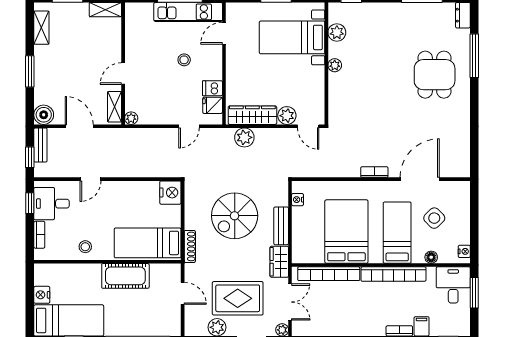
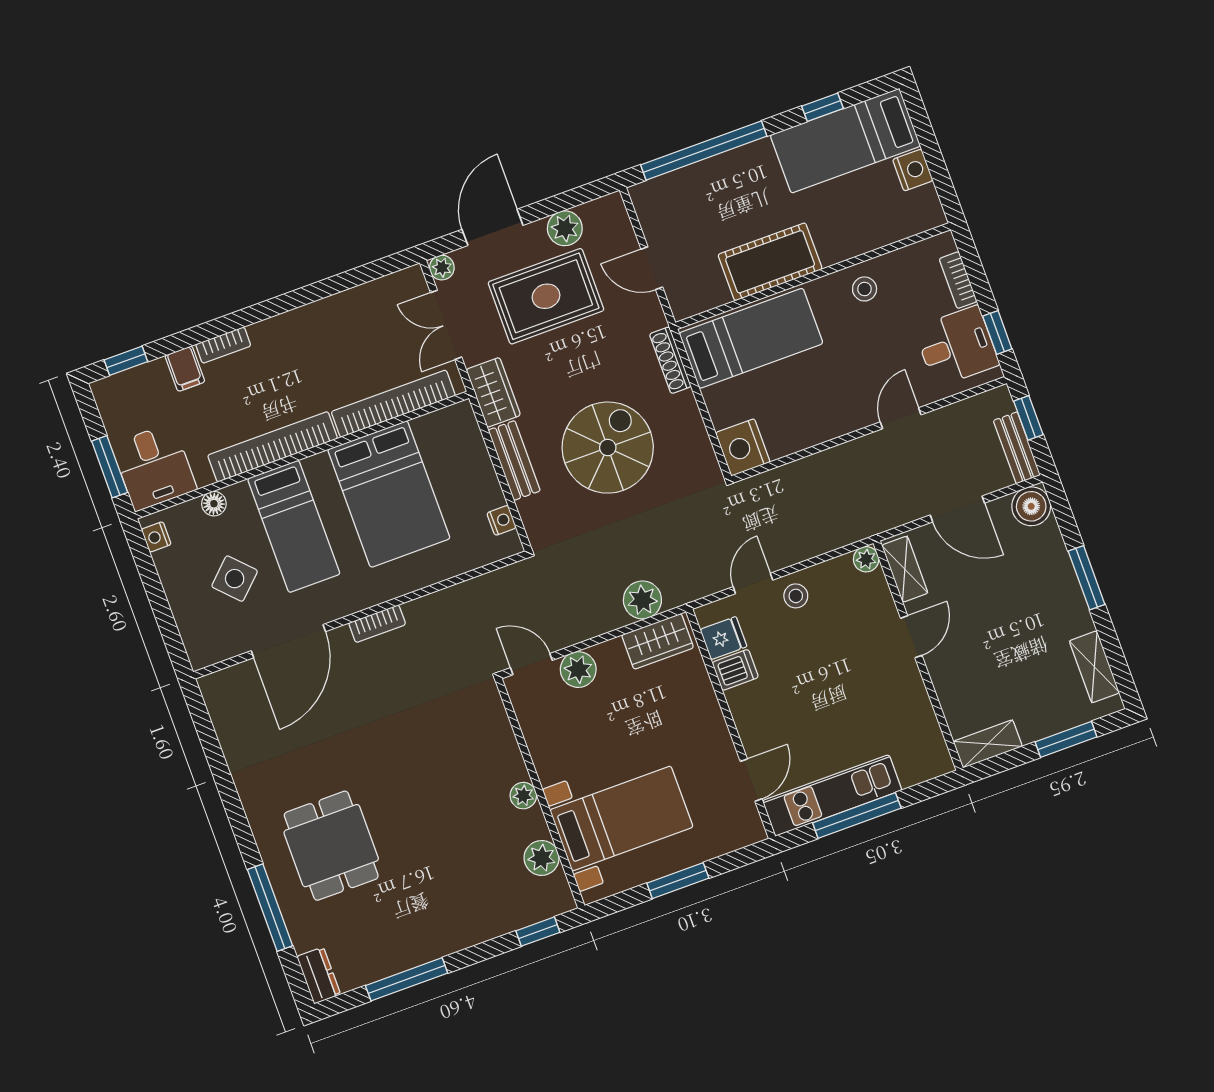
stool: (184, 60) -> (796, 596), moved
wardrobe: (252, 115) -> (658, 641), width x0.67

